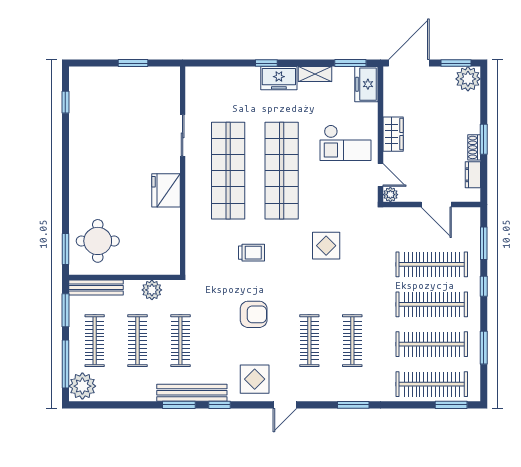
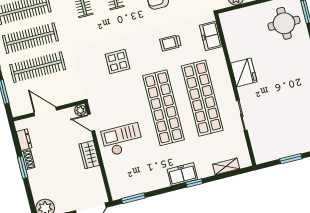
shelving: (315, 74) -> (226, 166), moved
freezer: (366, 84) -> (211, 36), moved, turned 180

